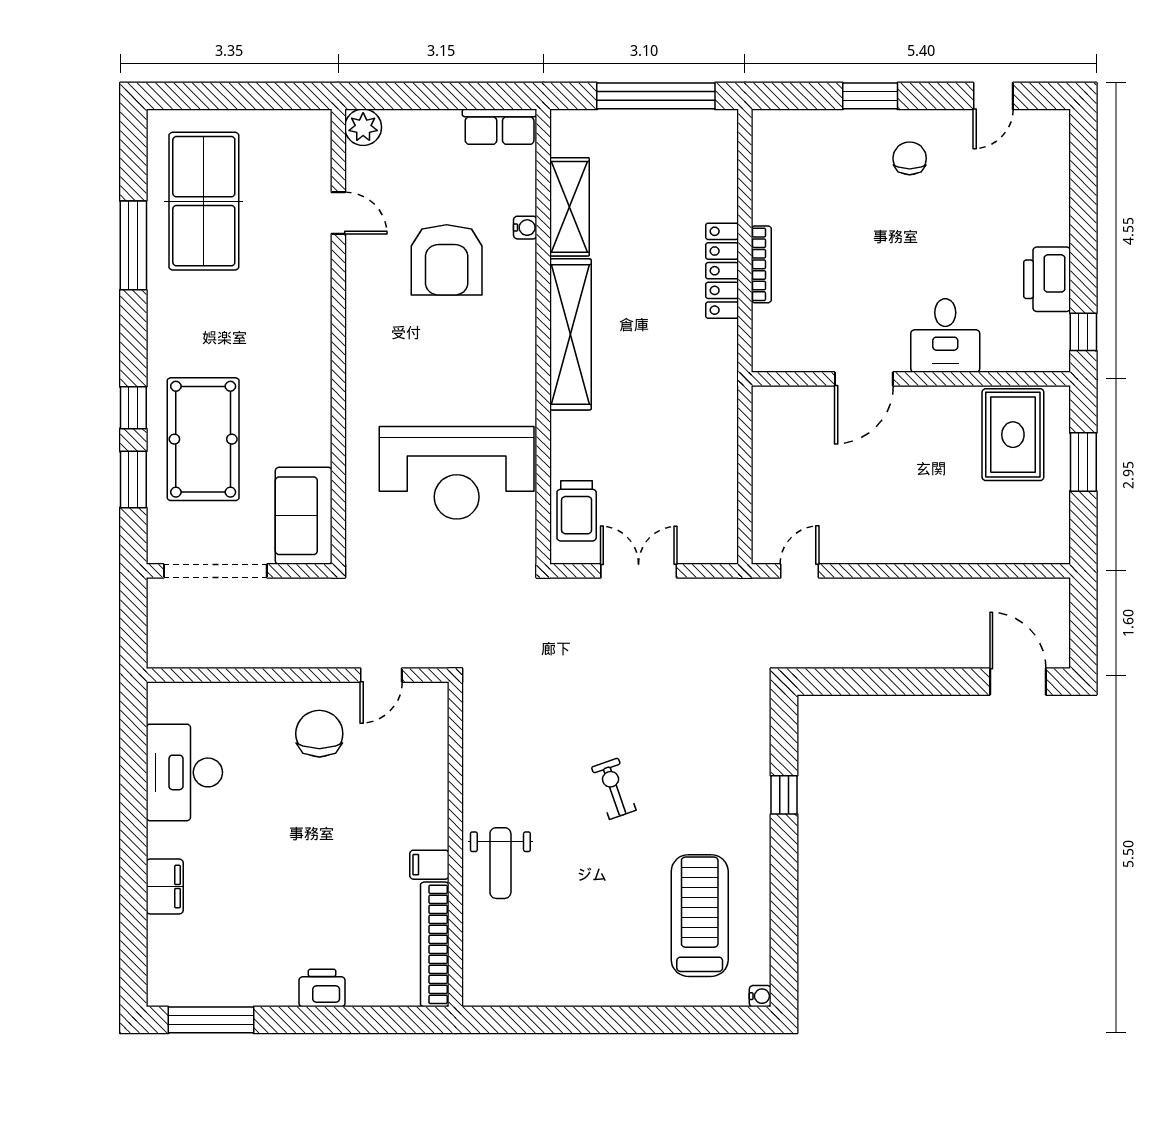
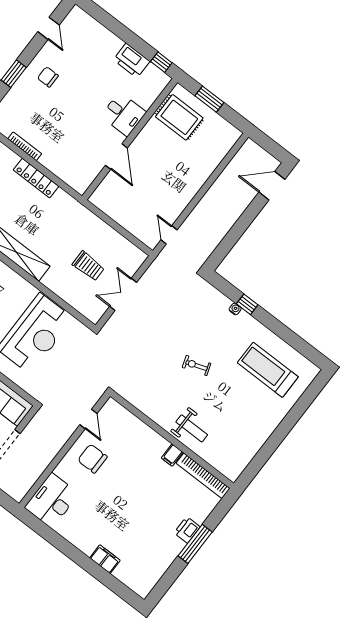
bookcase: (761, 264) -> (25, 146), moved
trolley: (577, 511) -> (88, 266), moved
desk: (184, 772) -> (52, 501), moved, turned 90
water cooler: (760, 996) -> (235, 309), moved
window: (211, 1020) -> (195, 544), moved

